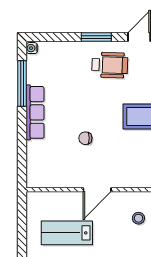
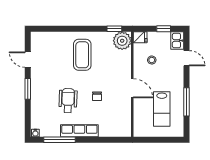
wheelchair: (110, 65) -> (68, 101), moved

